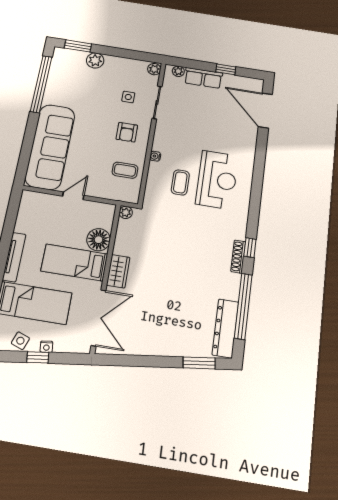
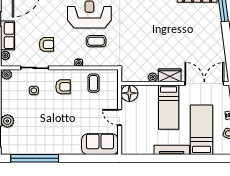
armchair: (185, 121) -> (46, 44), added
sofa: (50, 147) -> (100, 144), width x0.54, depth x0.79
plant: (126, 212) -> (153, 77), moved
floor lamp: (99, 240) -> (129, 93), moved

